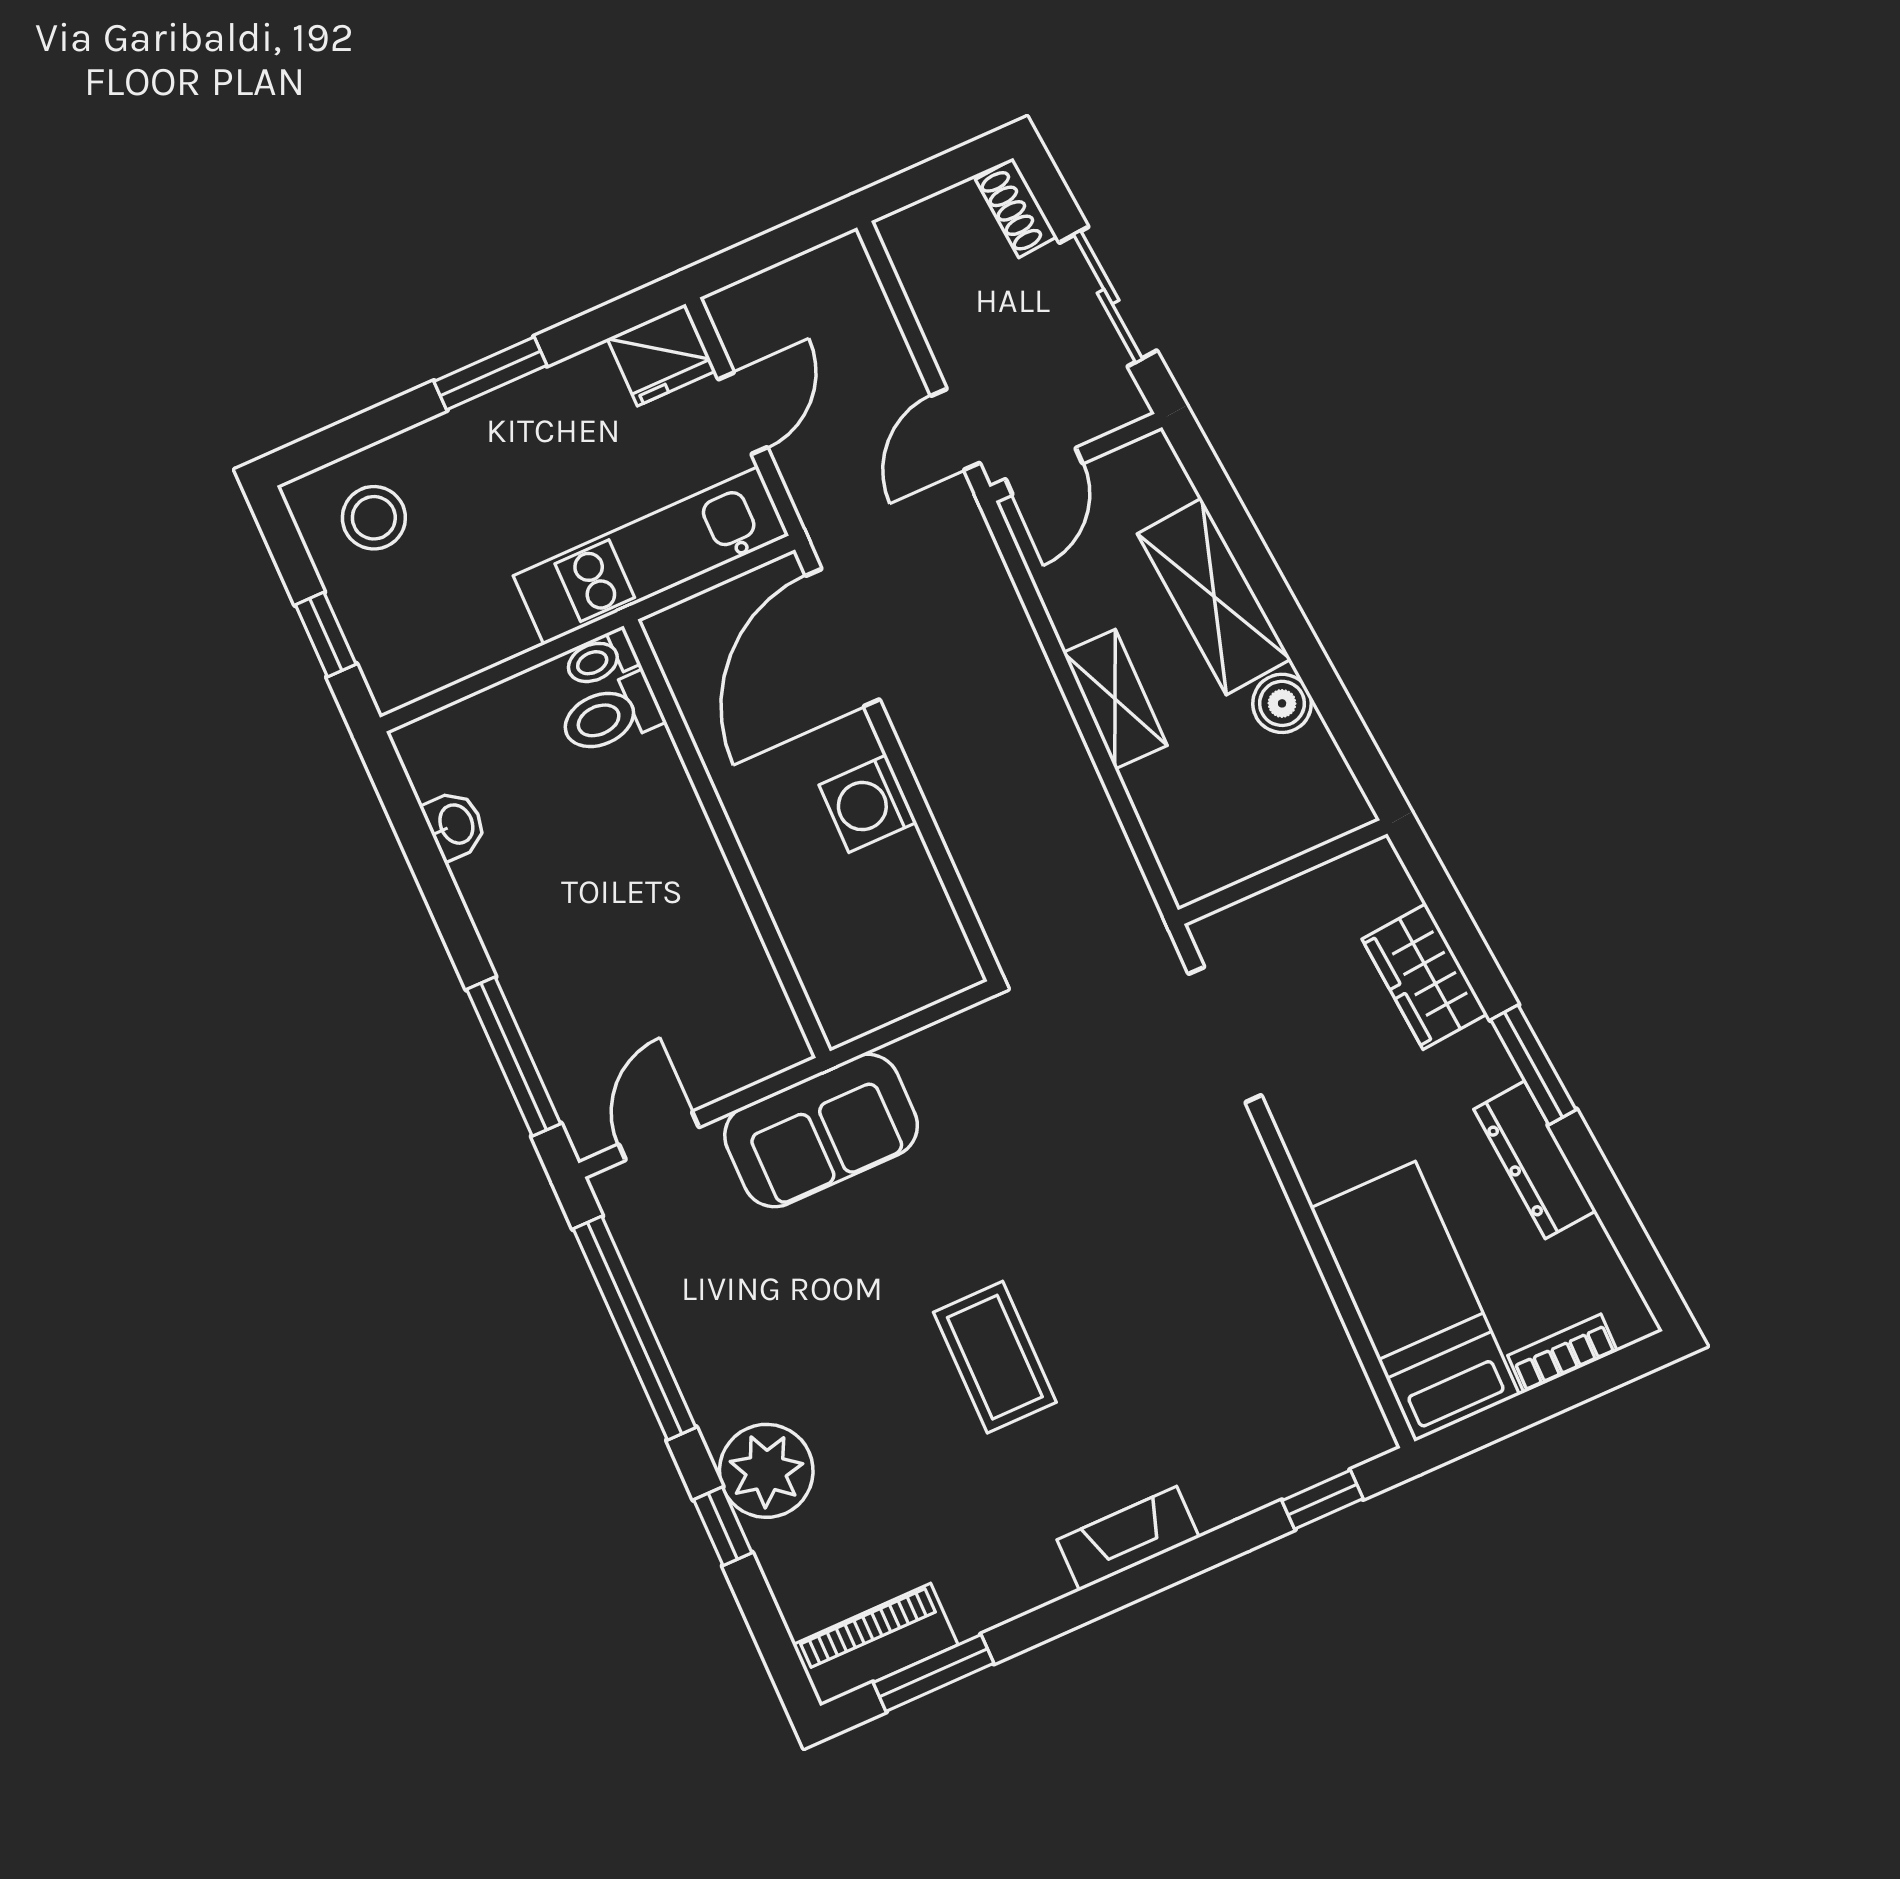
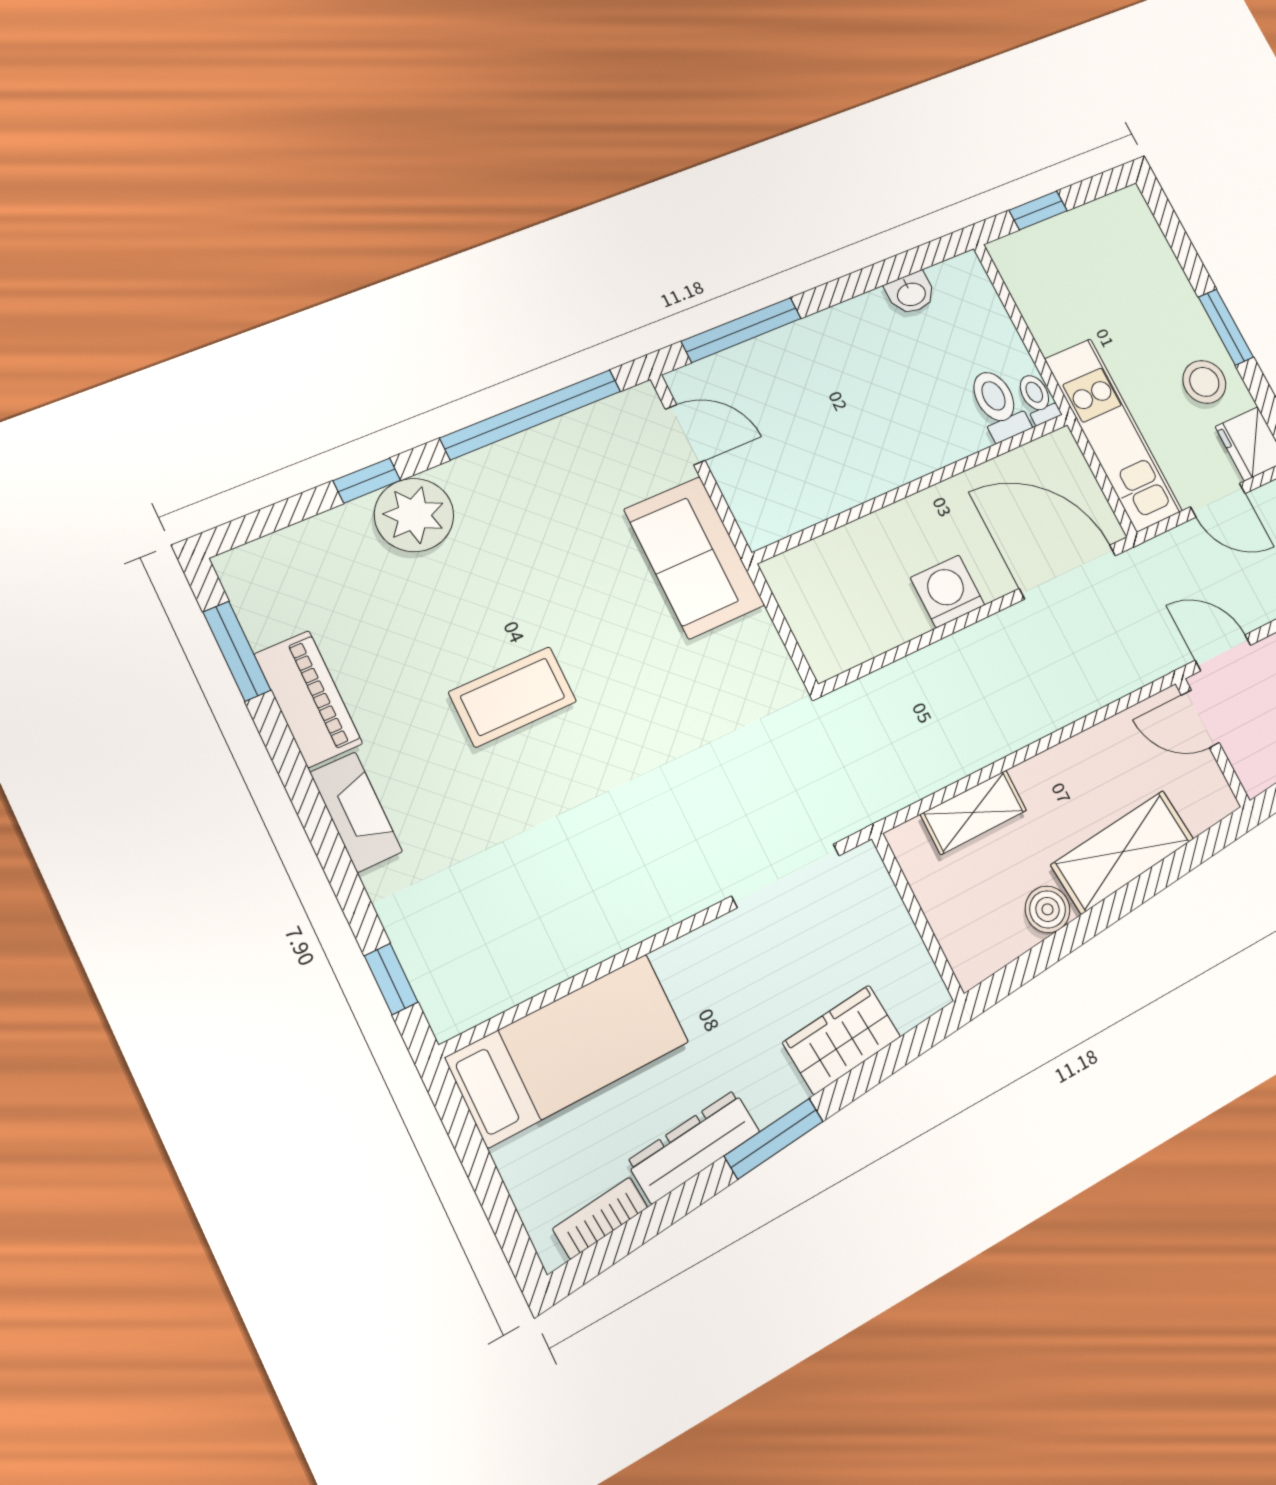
stool: (374, 518) -> (1204, 382), moved
shelving: (1115, 699) -> (974, 812), moved
bookcase: (1562, 1353) -> (600, 1218), moved, turned -95
piano: (875, 1645) -> (308, 699), moved

